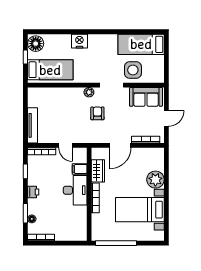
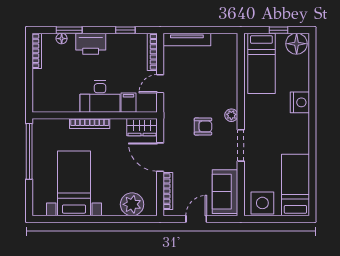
side table: (133, 70) -> (262, 203), moved
door: (166, 118) -> (196, 219), swing flipped
wardrobe: (98, 171) -> (142, 127), moved
plant: (155, 180) -> (132, 204), moved
printer: (33, 192) -> (91, 44), width x1.87, depth x1.48

